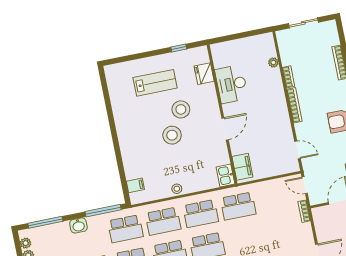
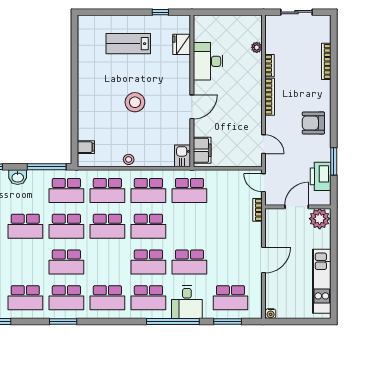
lab bench: (155, 83) -> (128, 44), turned 180
stool: (181, 109) -> (150, 77), removed

